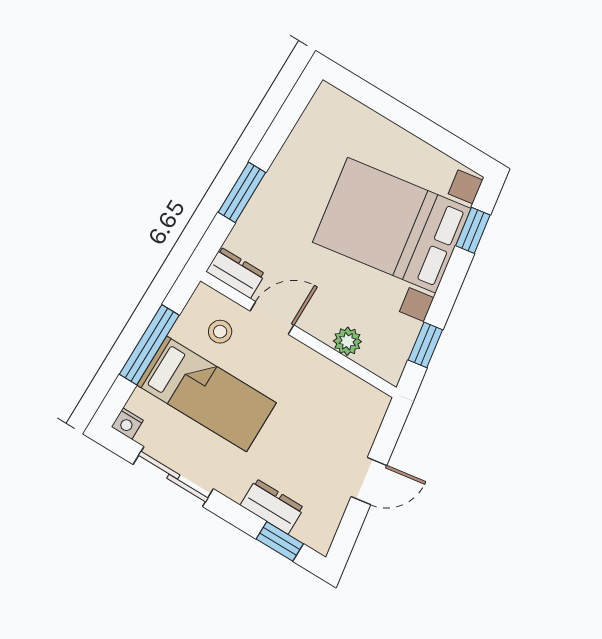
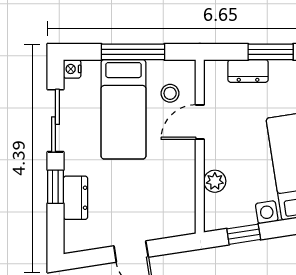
dresser: (235, 273) -> (248, 71), moved, turned 90
door: (272, 318) -> (200, 122), swing flipped
window: (280, 541) -> (55, 187), moved

